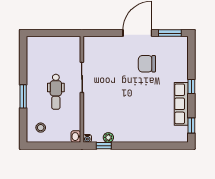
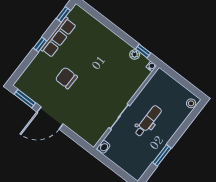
chair: (147, 64) -> (66, 78), moved, turned 180
window: (23, 96) -> (162, 155), moved
stool: (41, 128) -> (191, 103), moved
washbasin: (76, 137) -> (104, 147), moved

